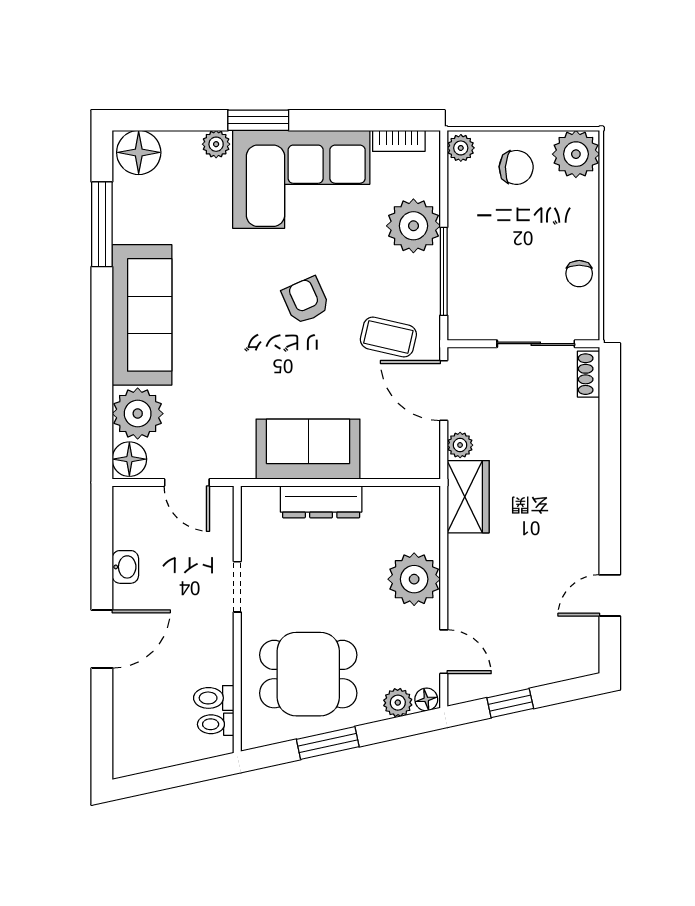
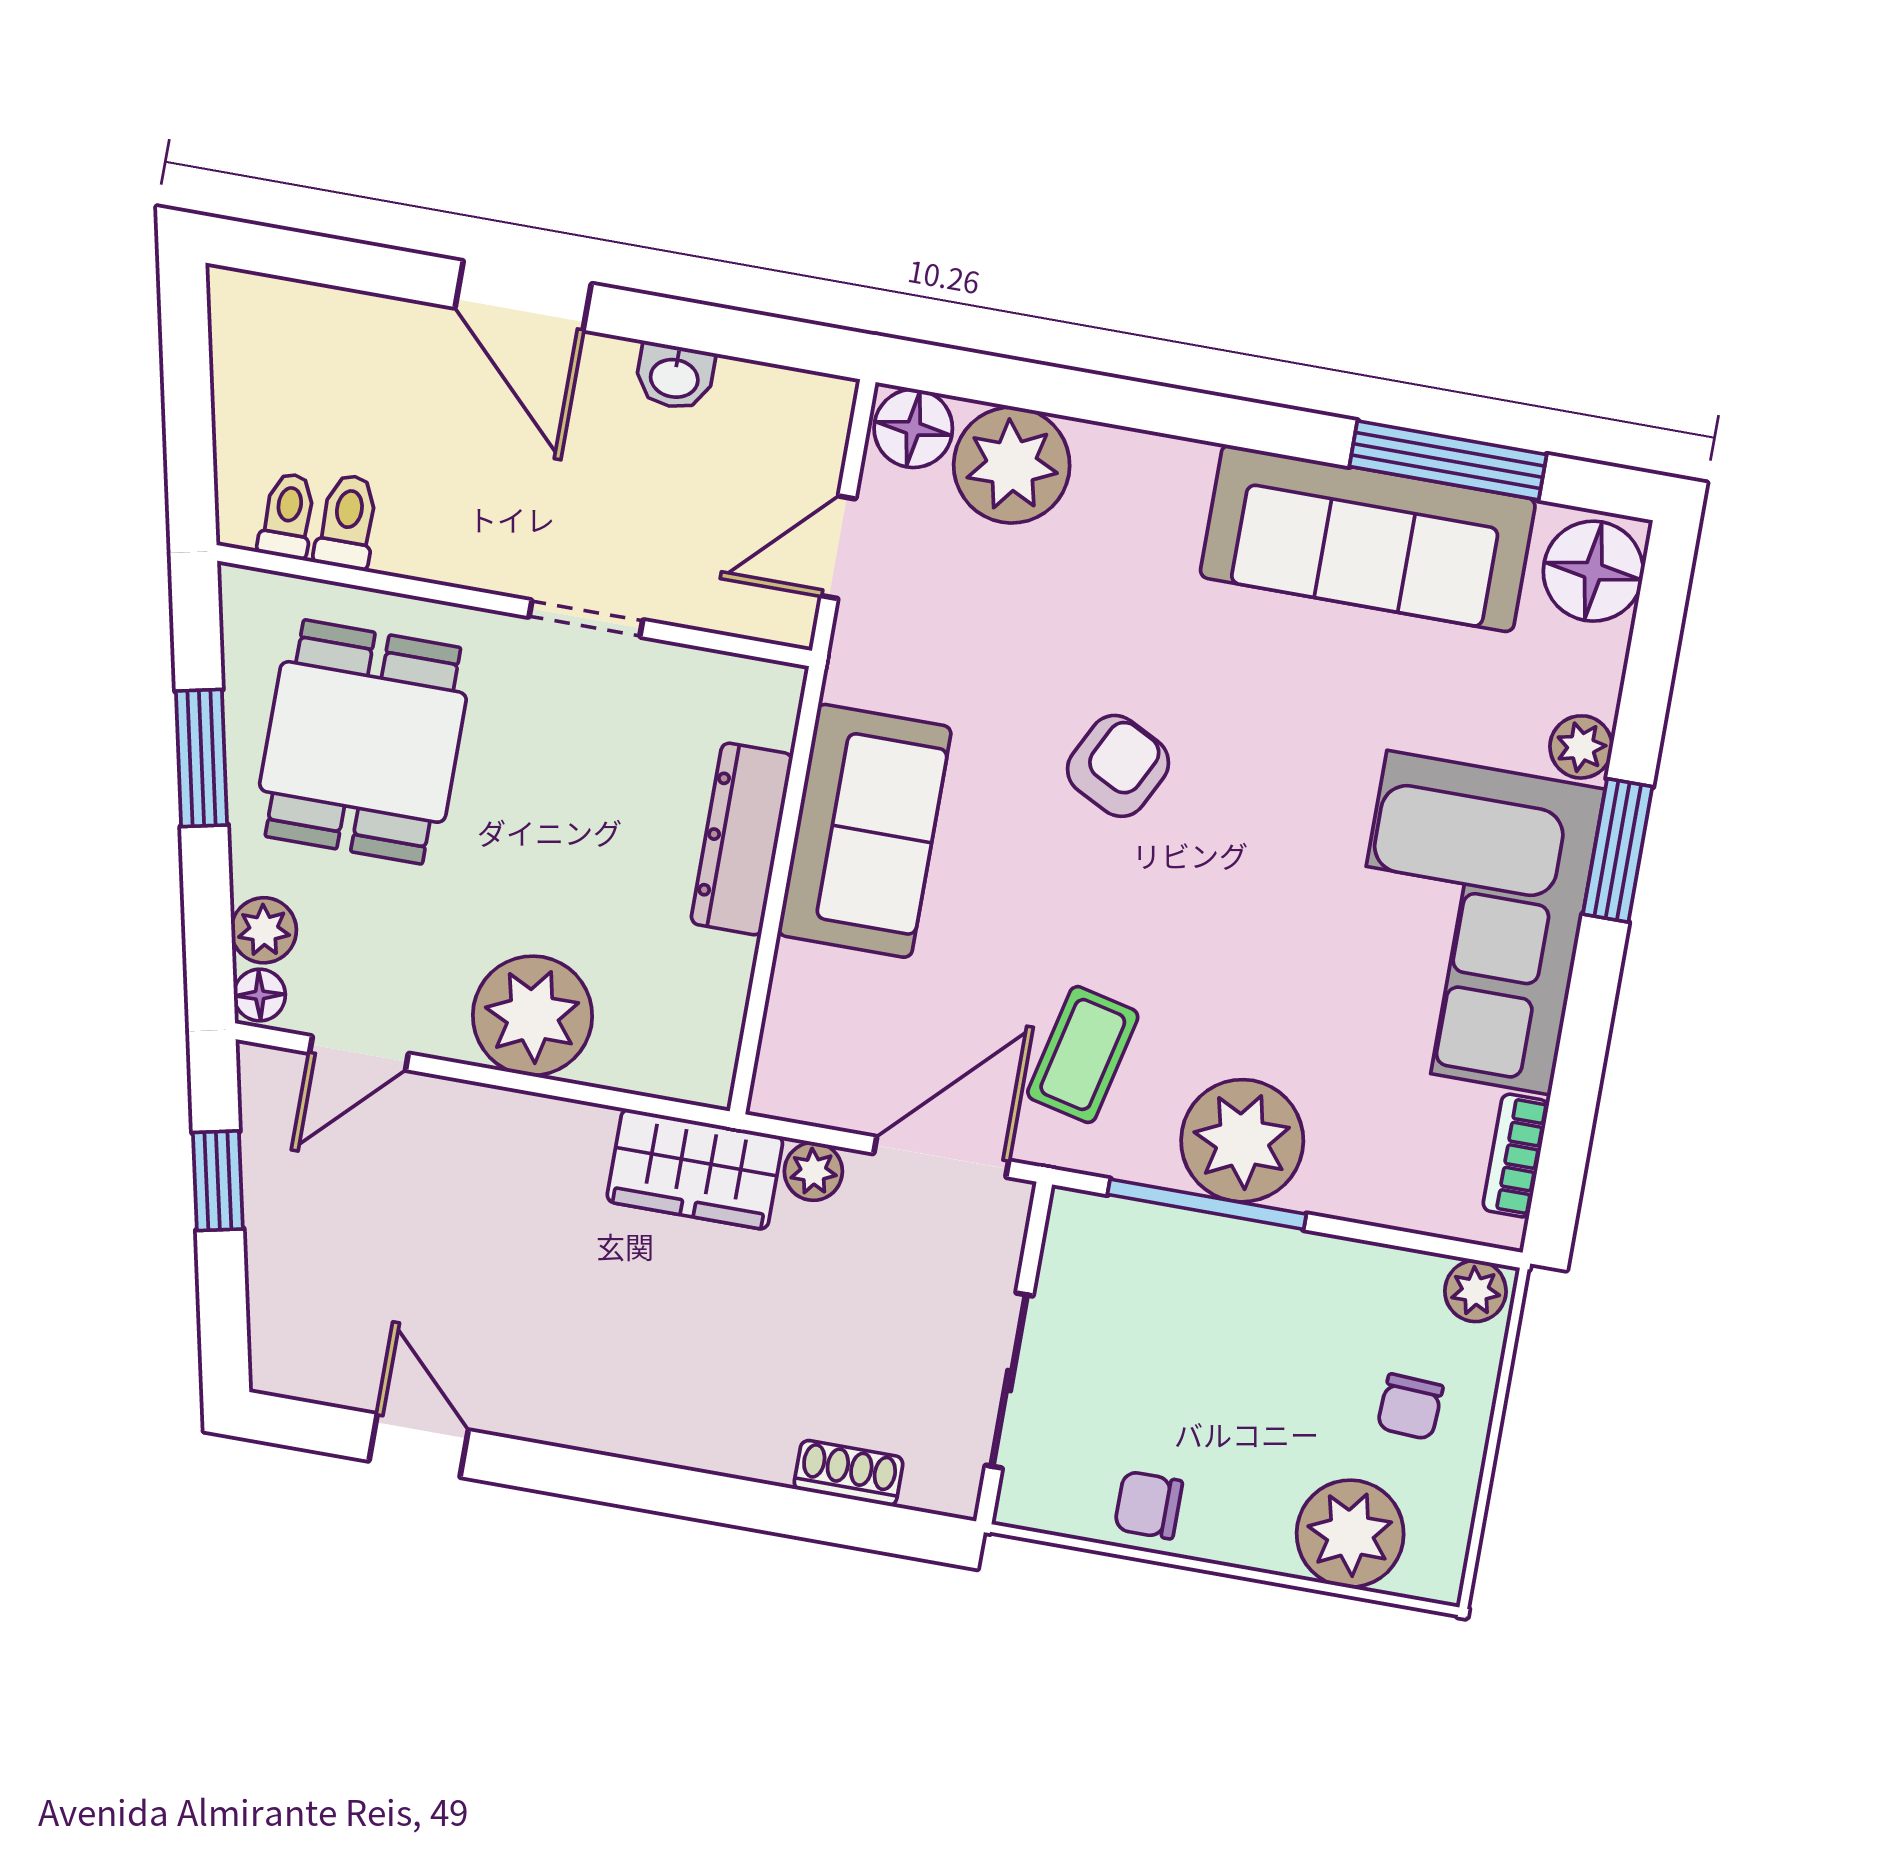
plant: (576, 154) -> (1350, 1534), moved
chair: (516, 167) -> (1410, 1407), width x0.73, depth x0.73
plant: (413, 226) -> (1242, 1141), moved
armchair: (306, 300) -> (1118, 766), moved, turned -39
sofa: (142, 315) -> (1368, 538), moved
shoe rack: (588, 374) -> (849, 1473), moved

